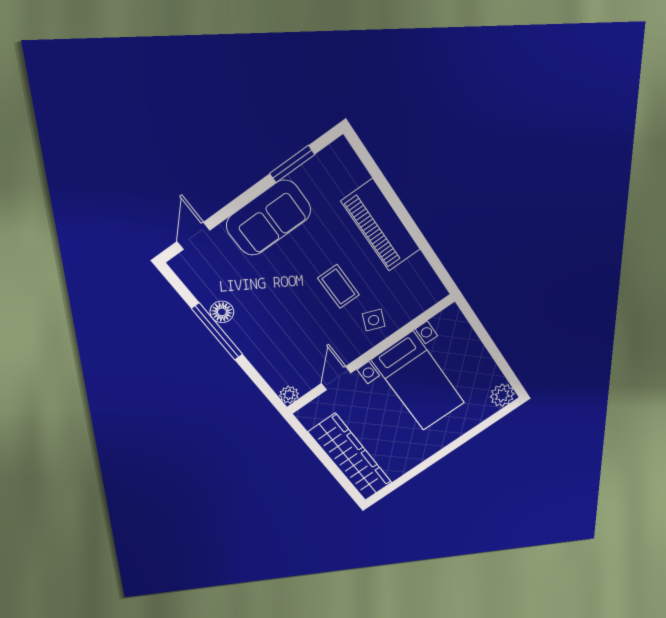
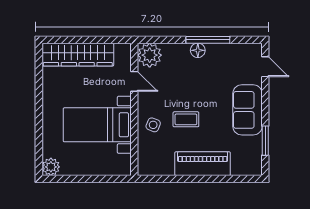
floor lamp: (222, 312) -> (198, 50), moved
plant: (289, 395) -> (150, 55), width x1.88, depth x1.88

